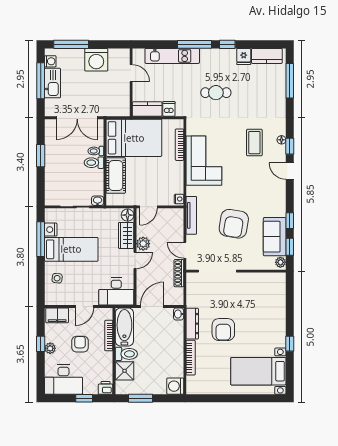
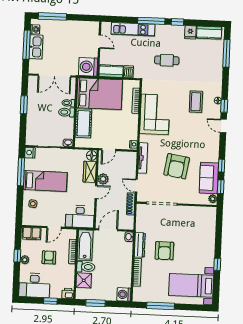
washing machine: (96, 60) -> (88, 67), moved, turned 90
nightstand: (51, 230) -> (30, 153), moved
window: (222, 398) -> (161, 306), added

